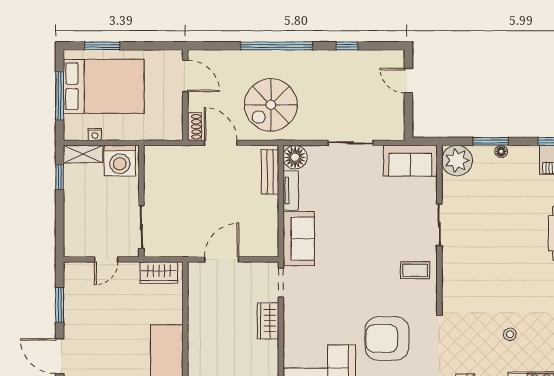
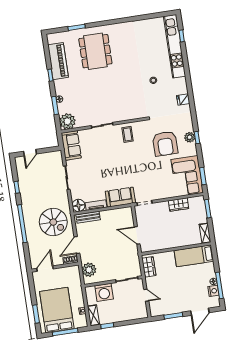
plant: (171, 159) -> (89, 270), added
washing machine: (120, 161) -> (104, 292), moved, turned 90
wardrobe: (268, 321) -> (179, 205), moved

